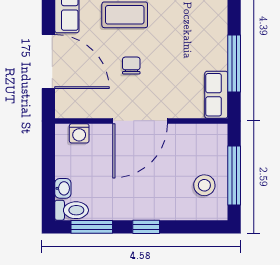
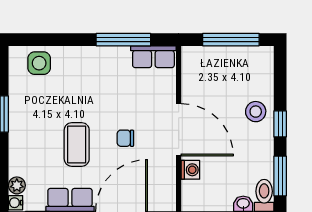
washing machine: (79, 133) -> (190, 170), moved
stool: (204, 185) -> (256, 112), moved

